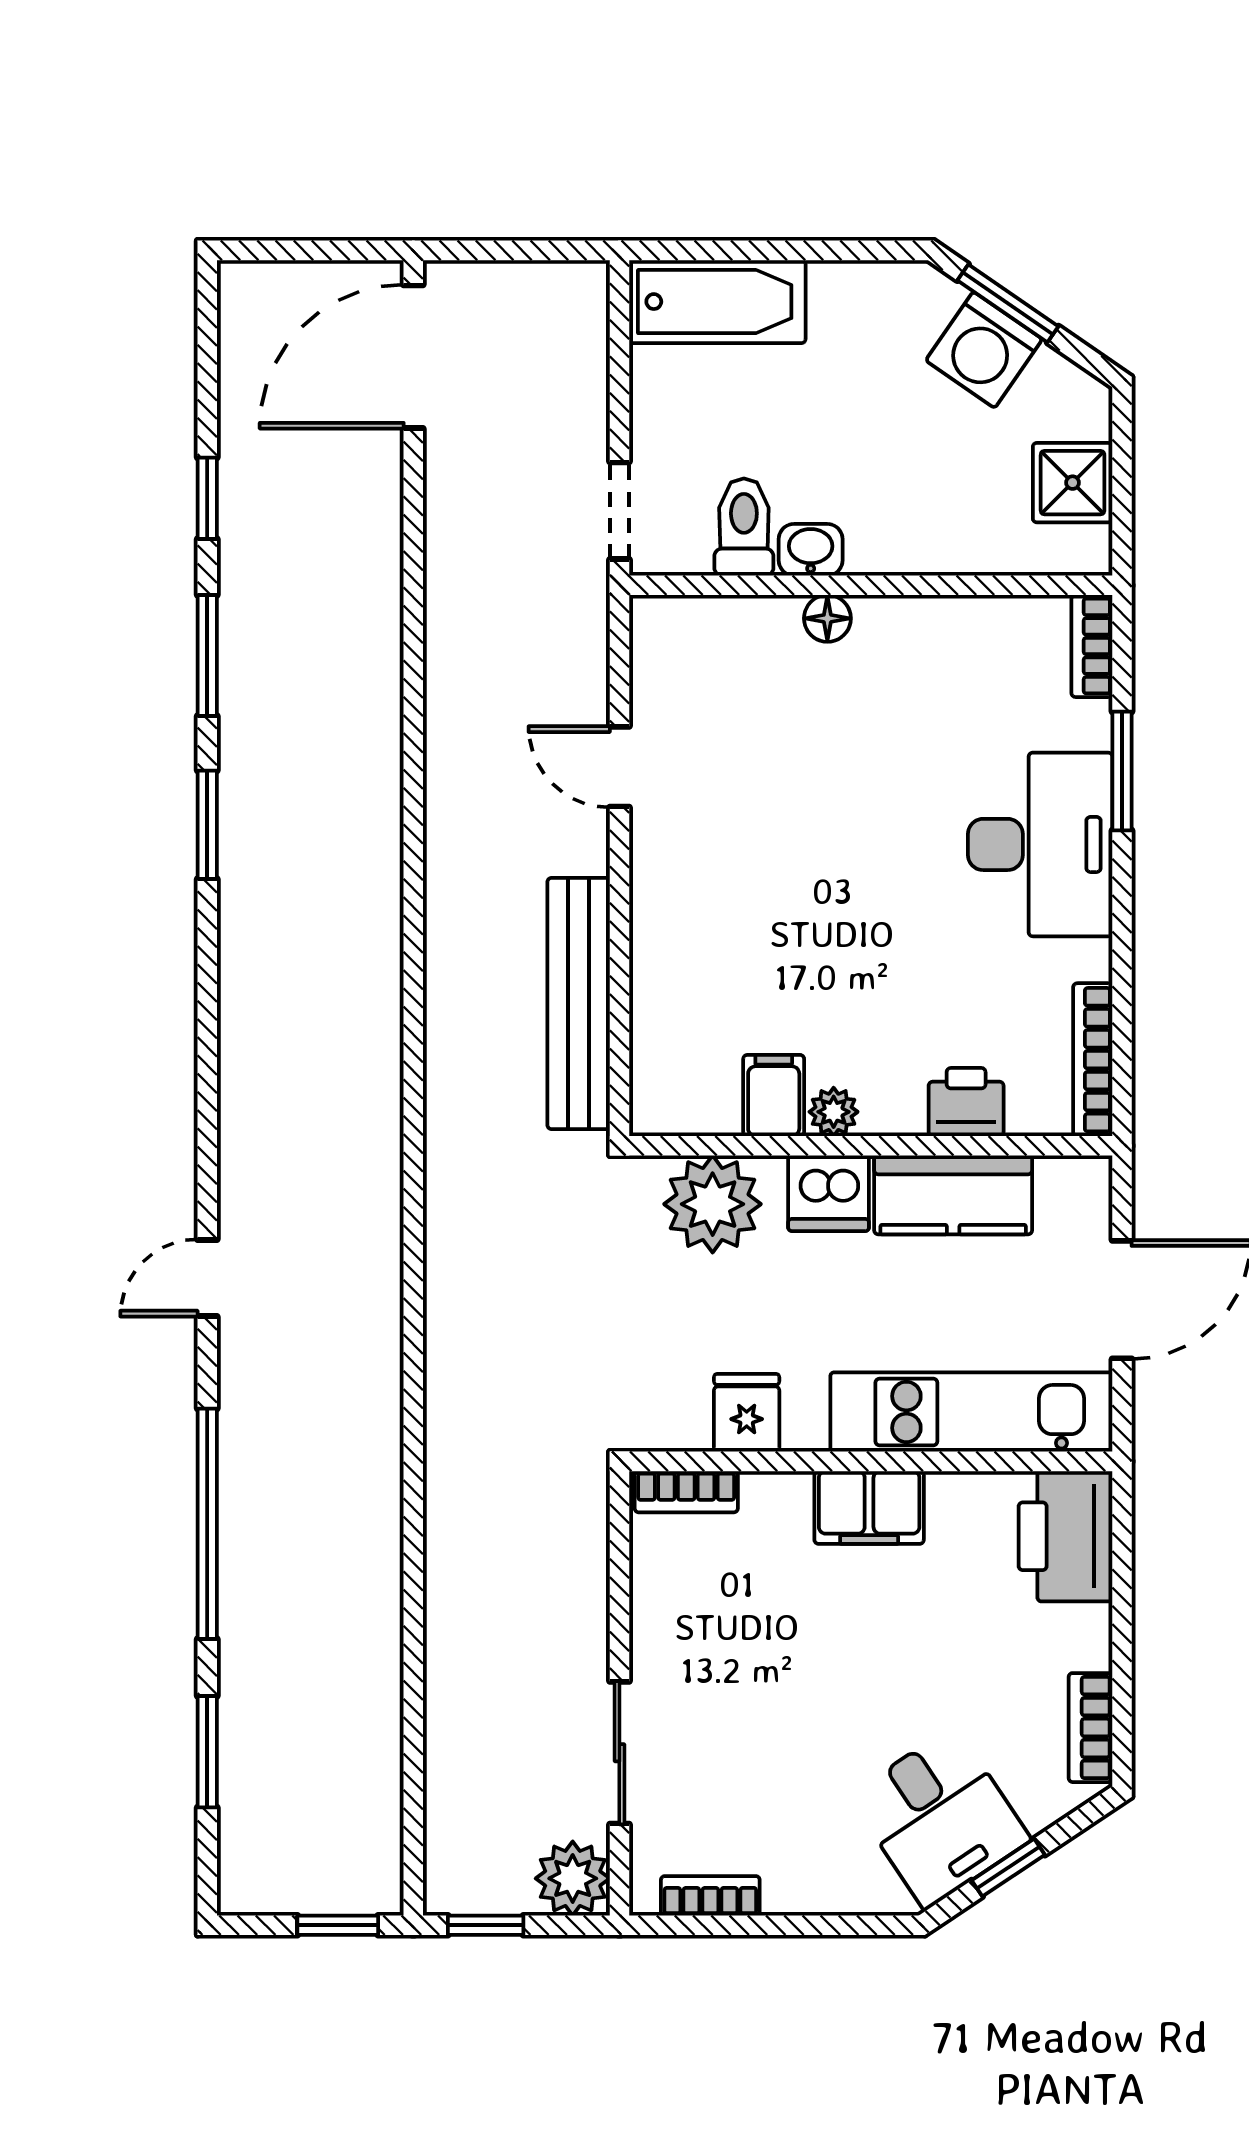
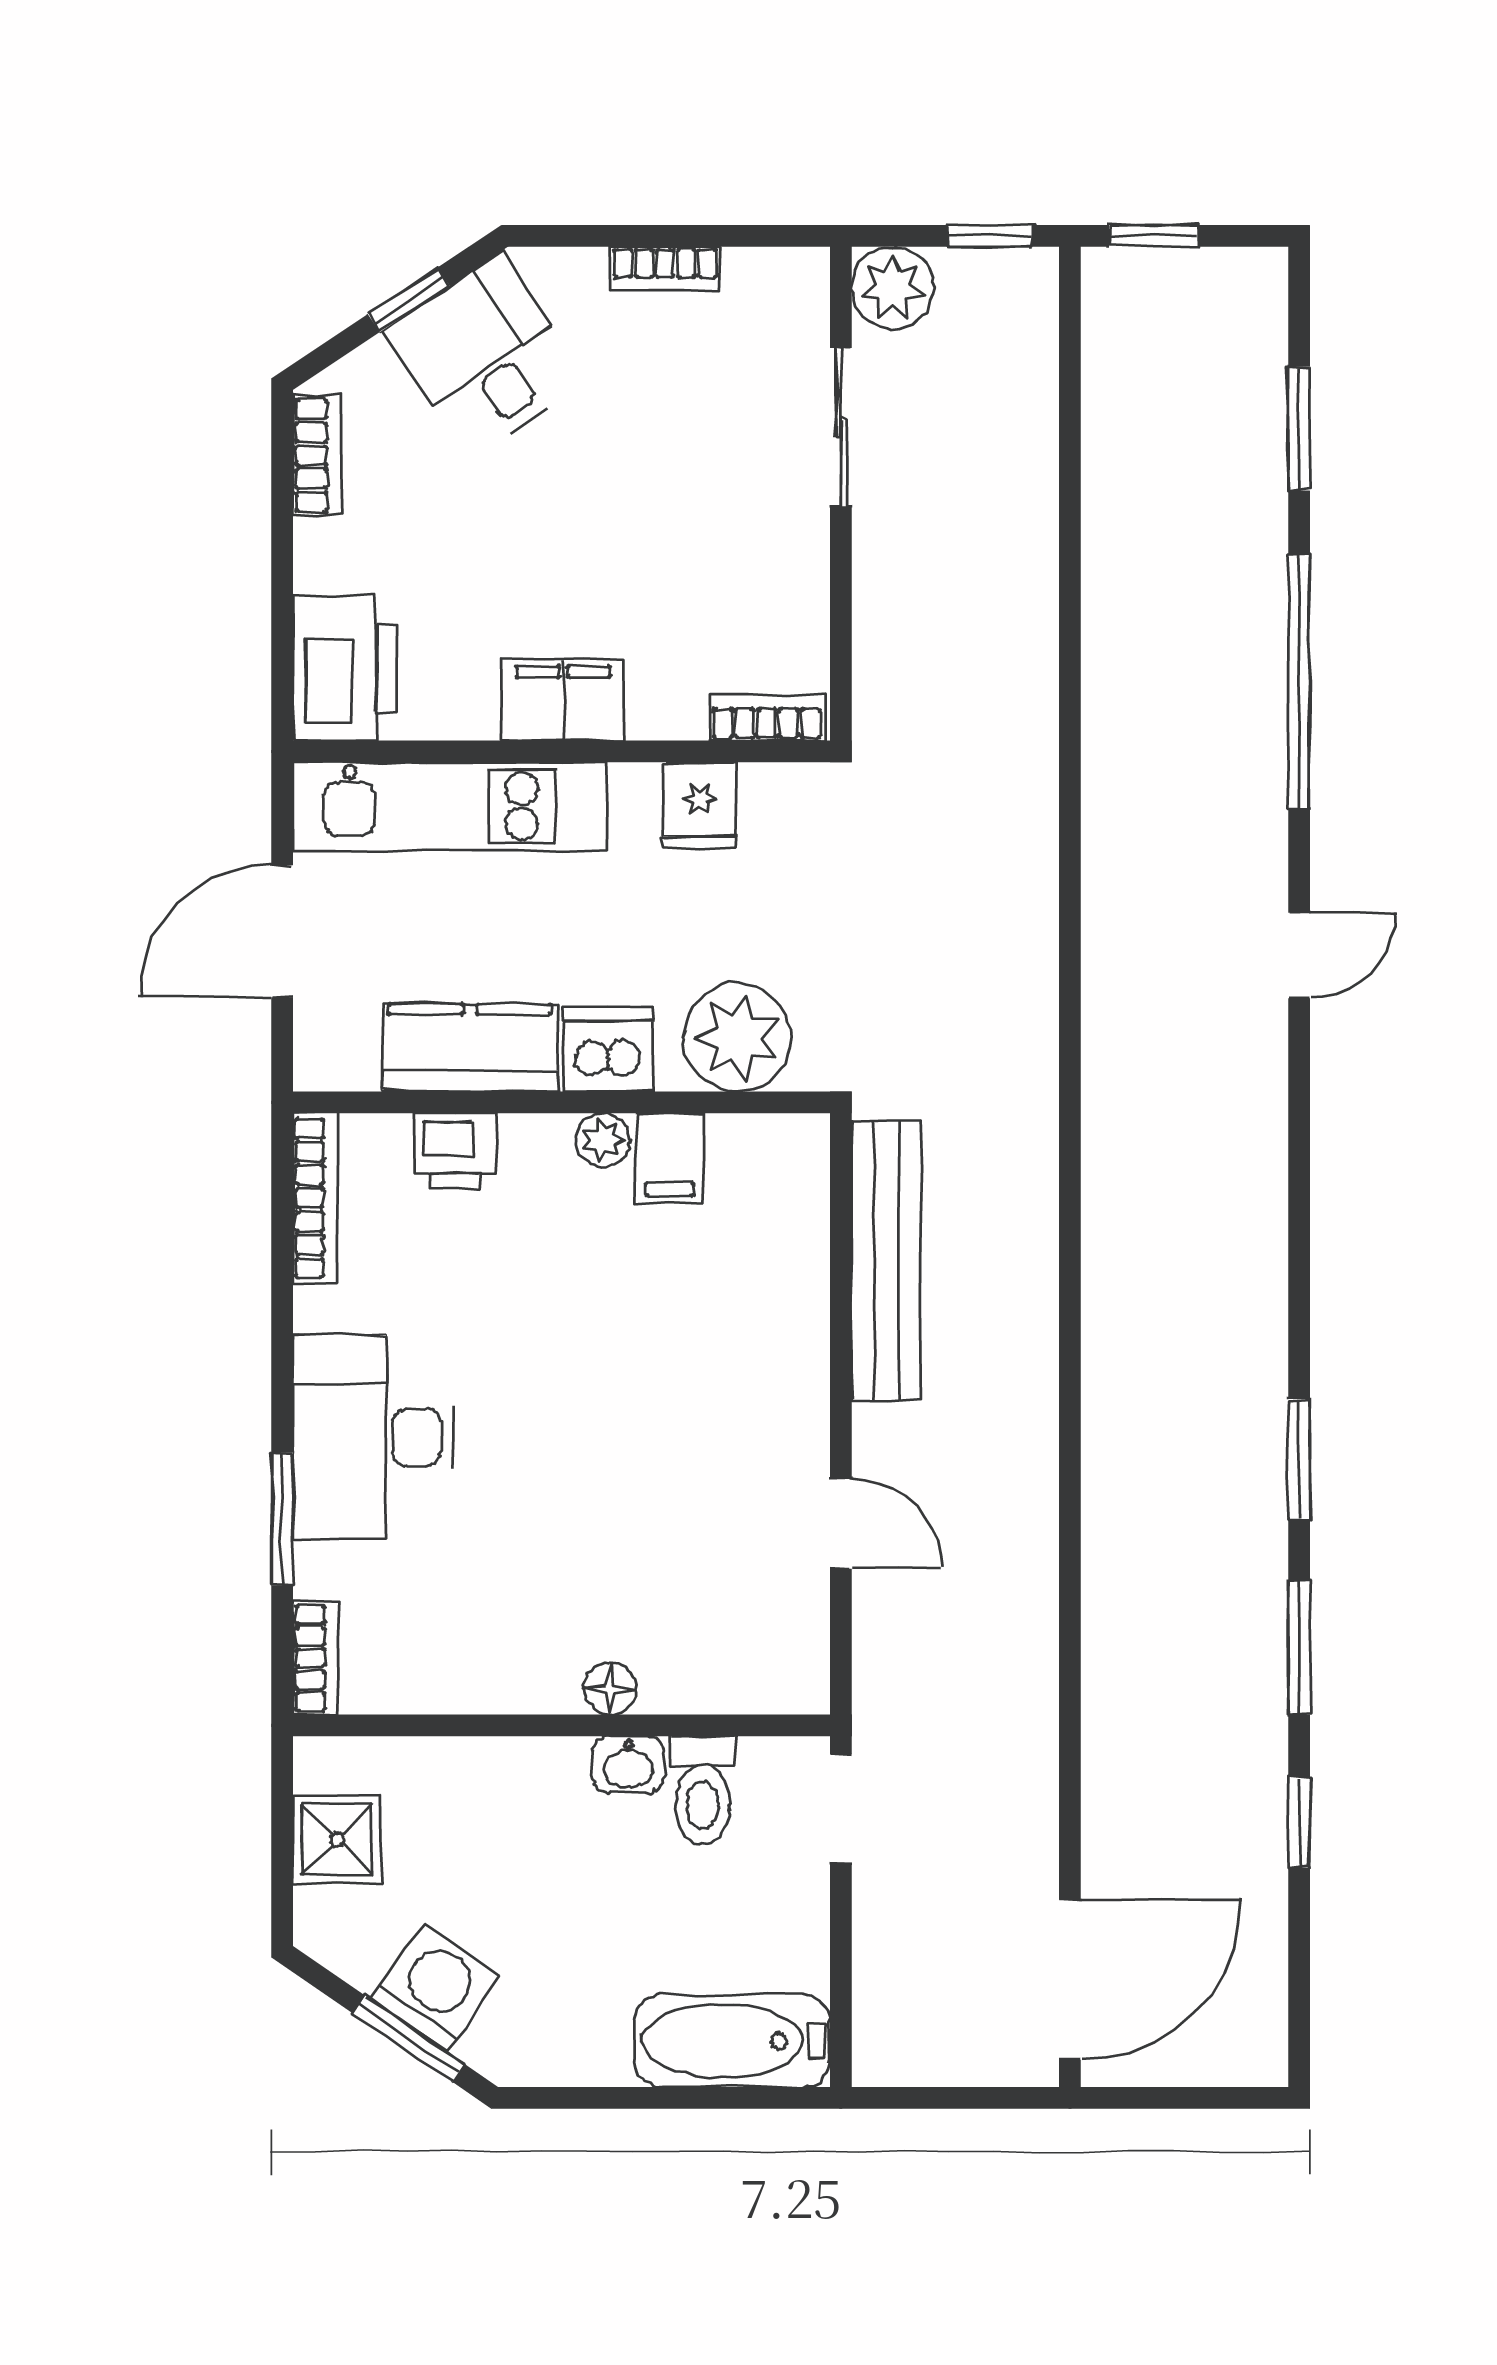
bookcase: (710, 1896) -> (665, 269), moved

